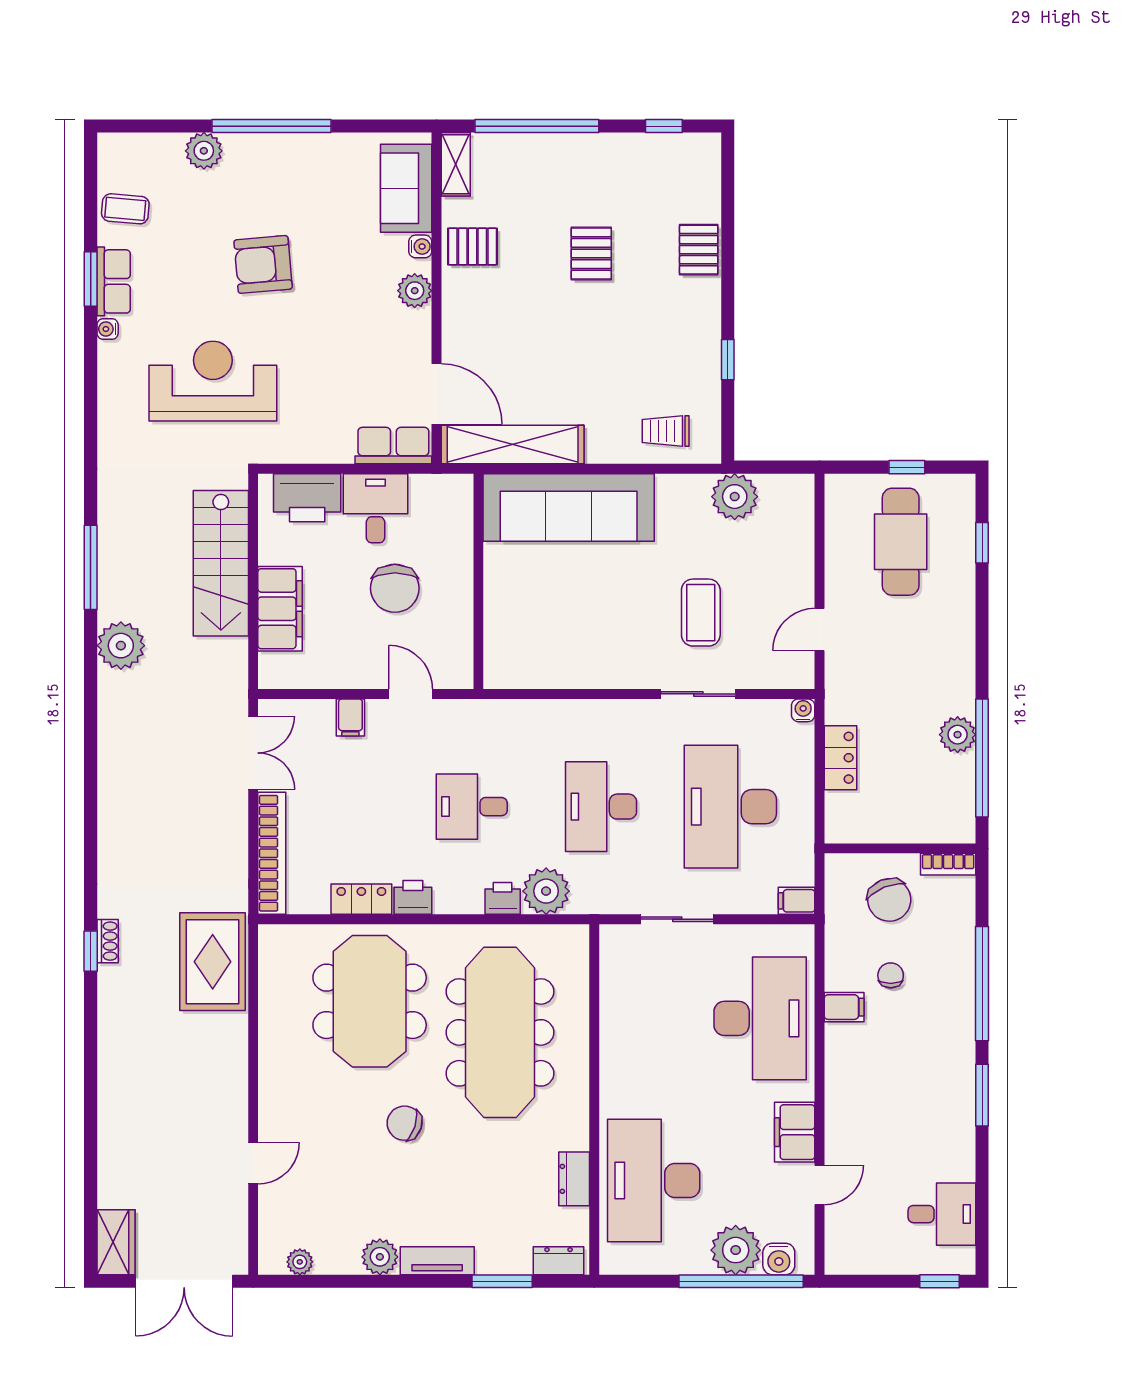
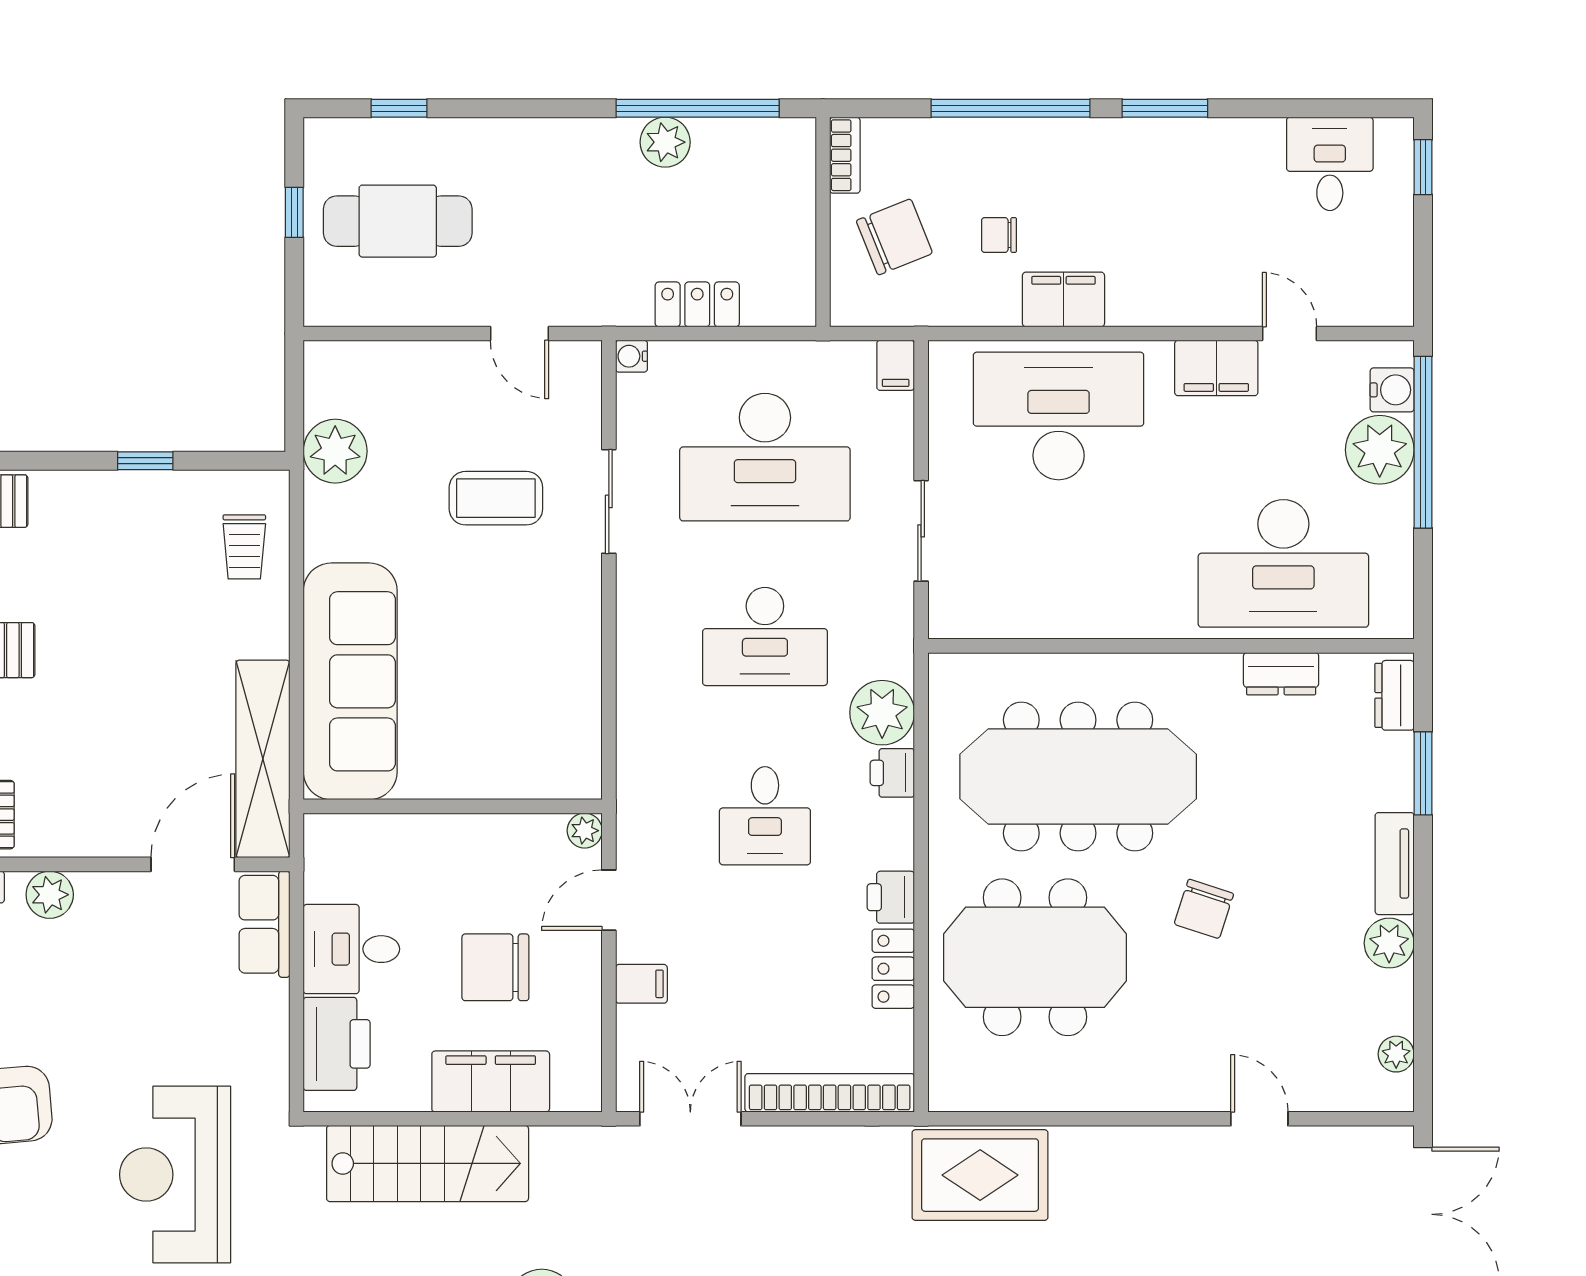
chair: (395, 588) -> (495, 967), moved, turned 180
plant: (461, 677) -> (585, 831), added
filing cabinet: (844, 1007) -> (1063, 299), width x2.00

